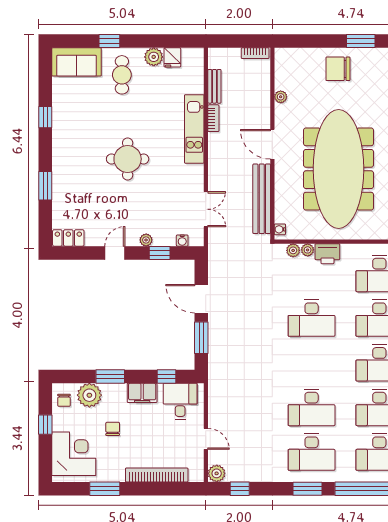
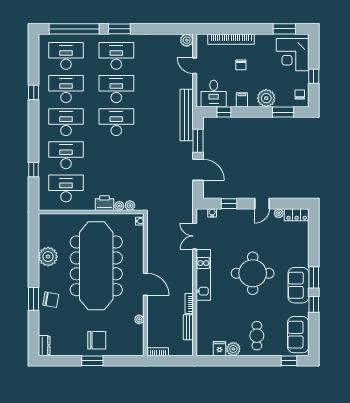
window: (109, 41) -> (289, 361), moved
window: (361, 41) -> (92, 361), moved
sofa: (76, 62) -> (298, 335), moved, turned -90
kitchen unit: (194, 129) -> (203, 275), moved
sofa: (66, 143) -> (298, 285), added
round table: (128, 159) -> (253, 273), width x1.36, depth x1.36
window: (45, 186) -> (314, 277), moved
bench: (262, 199) -> (187, 115), moved
plant: (146, 240) -> (279, 213), moved
desk: (312, 318) -> (116, 122), moved
window: (110, 376) -> (283, 112), moved
filing cabinet: (142, 393) -> (242, 100), width x0.50
plant: (89, 395) -> (266, 98), moved
chair: (113, 429) -> (241, 65), moved
window: (105, 489) -> (284, 29), moved
window: (240, 489) -> (169, 29), removed

